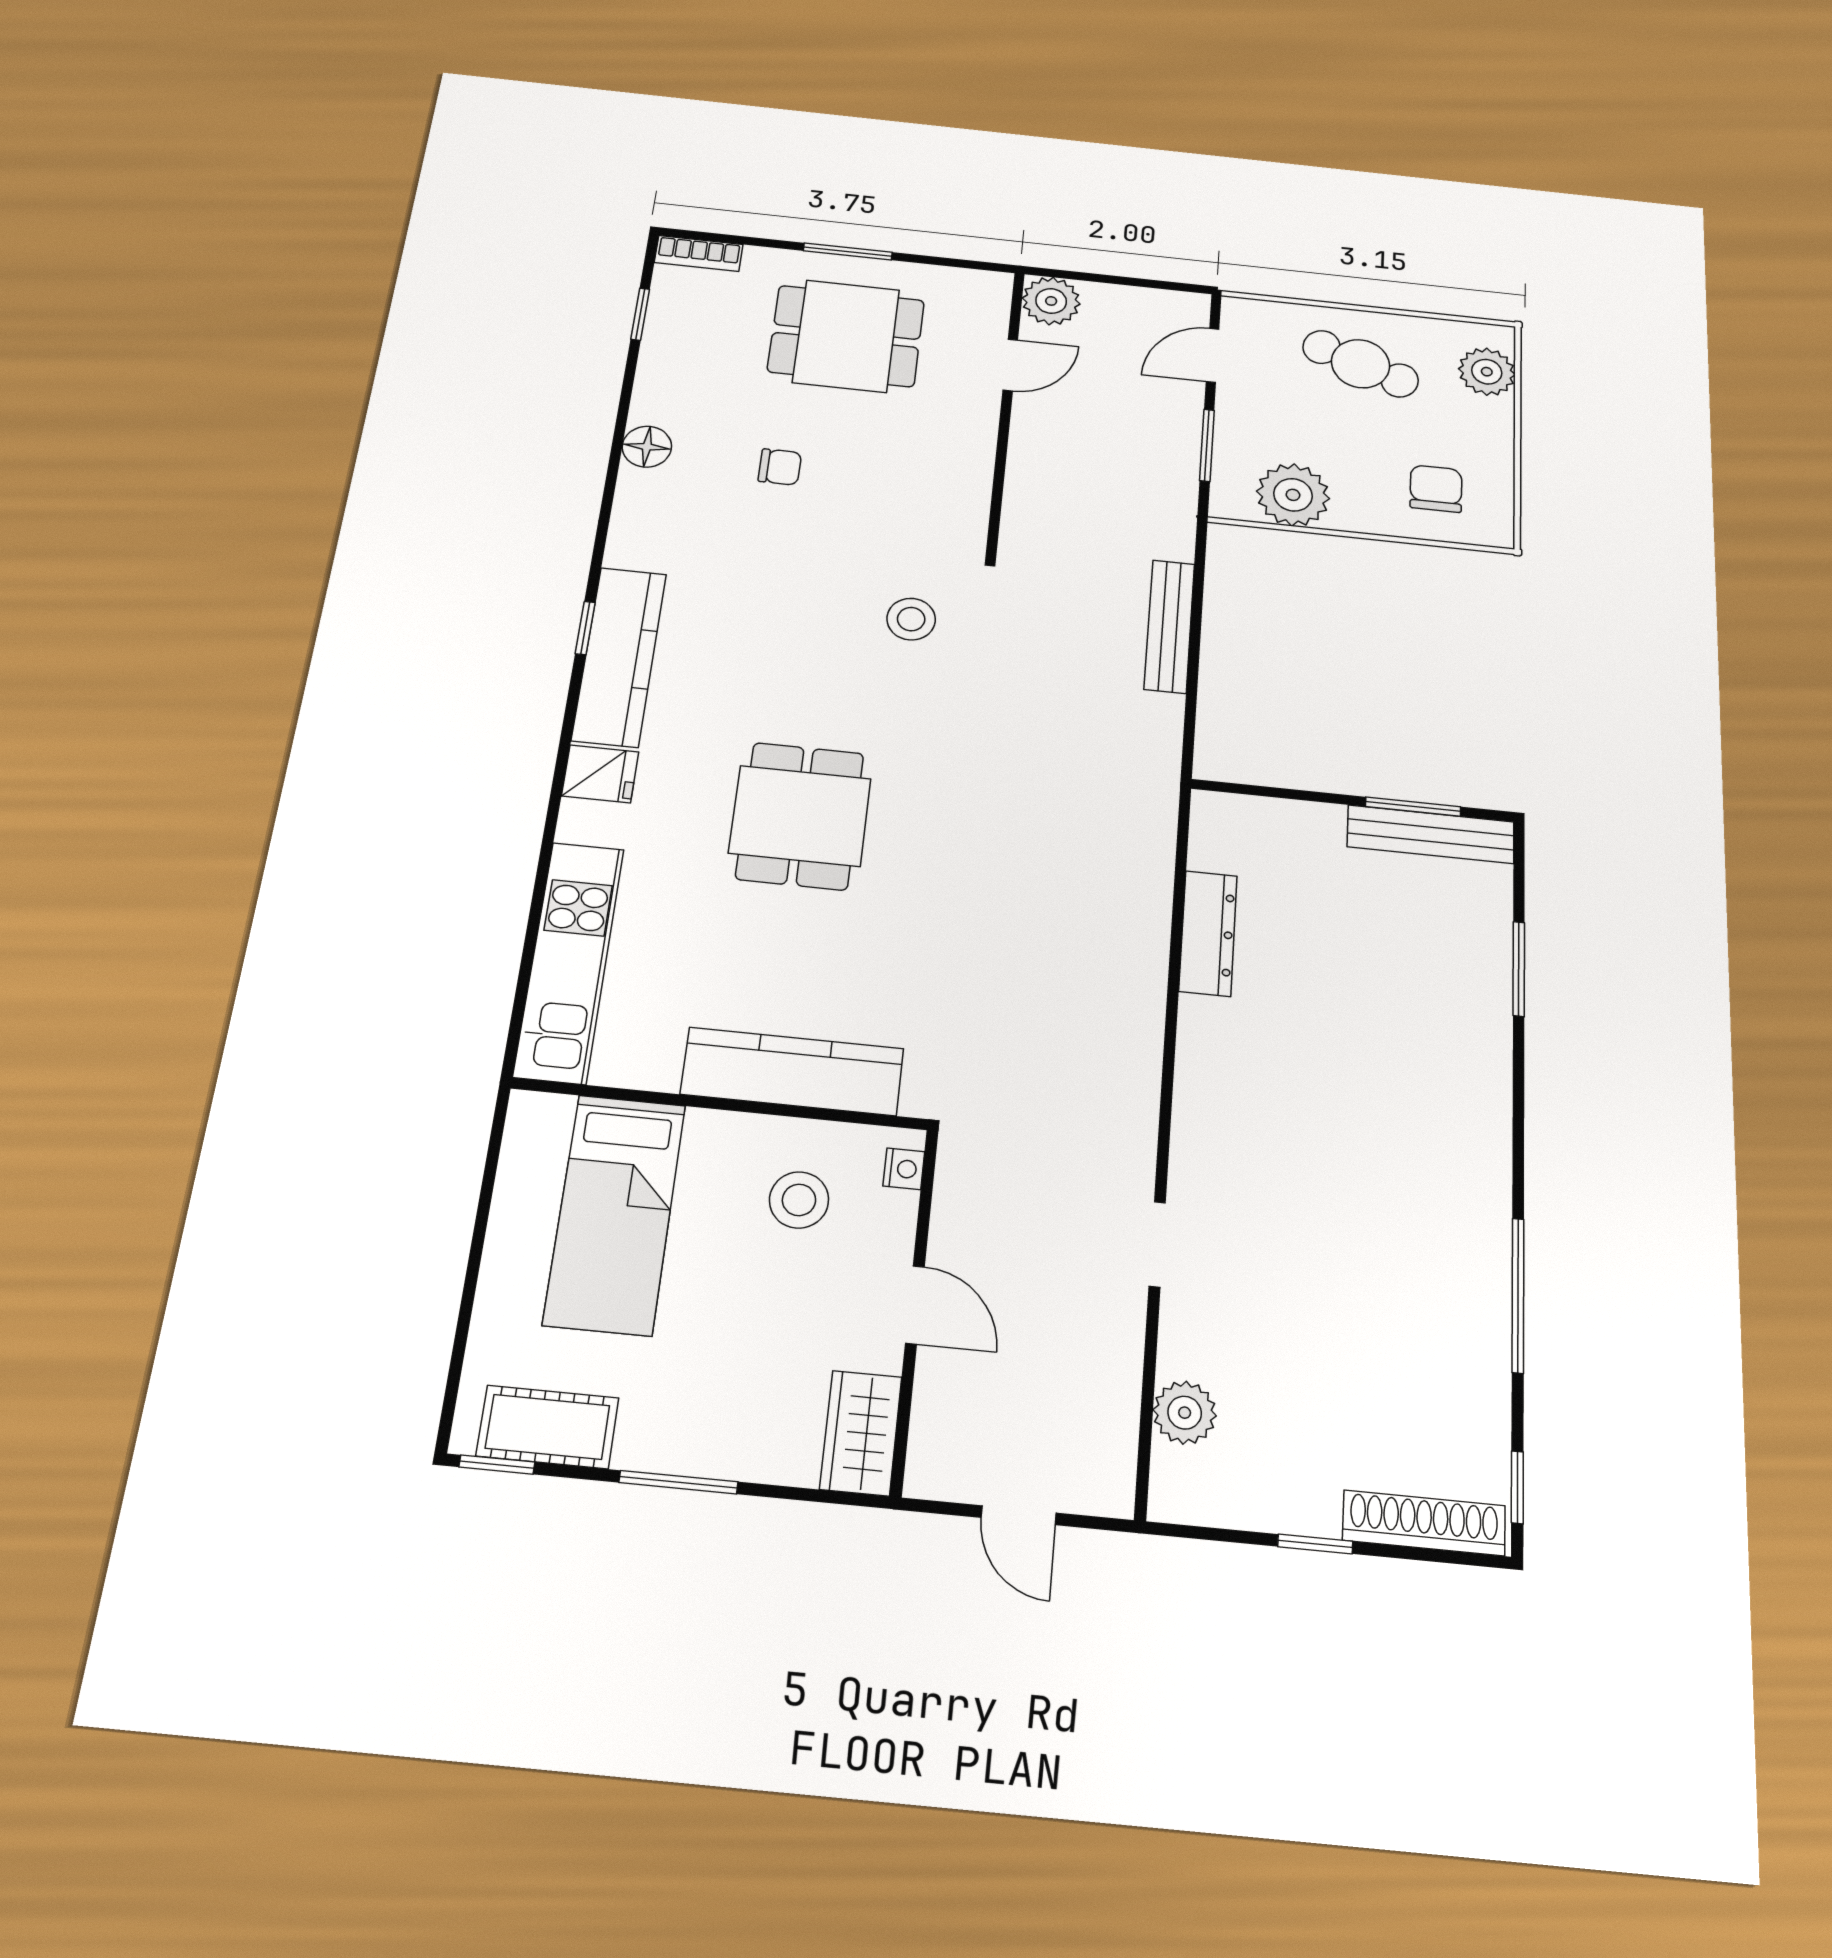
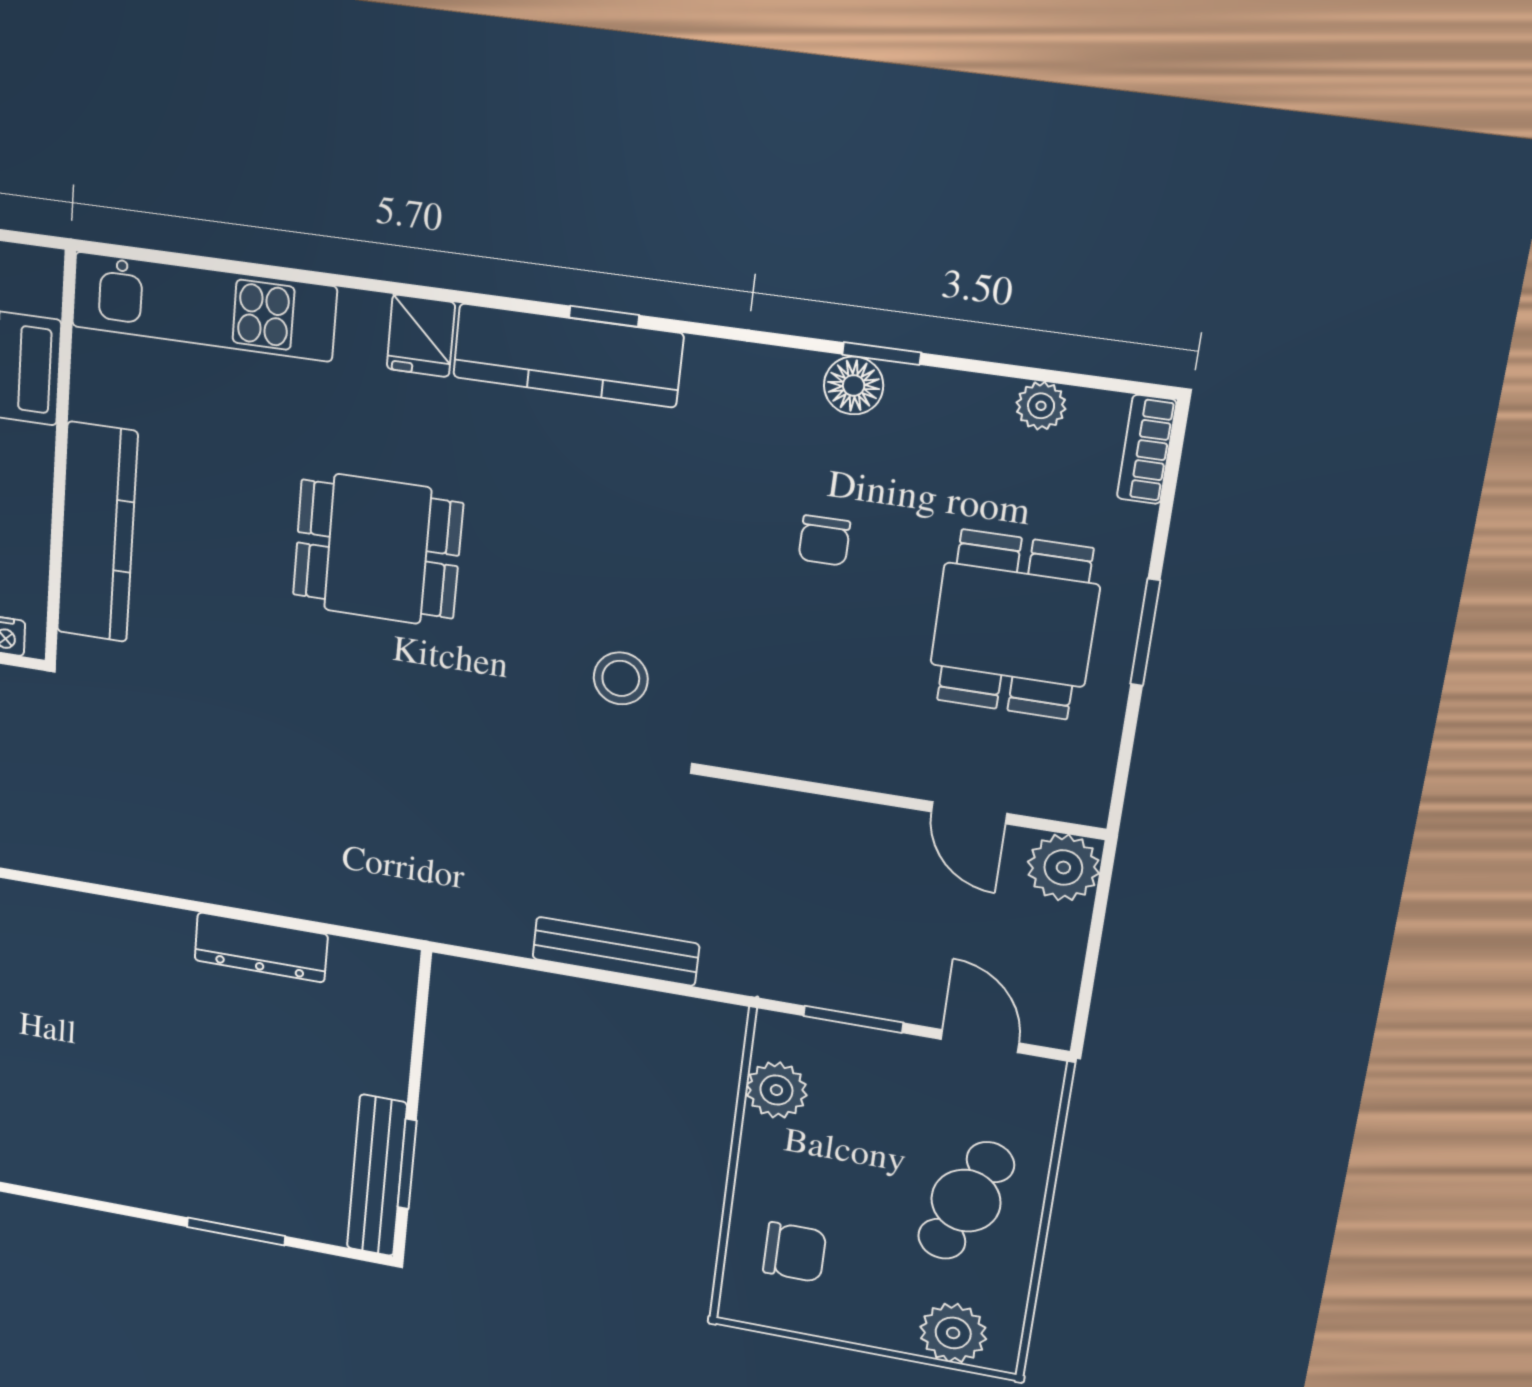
window: (640, 314) -> (882, 354), moved
plant: (664, 321) -> (1041, 406), added
plant: (1293, 495) -> (776, 1090), width x0.73, depth x0.73

